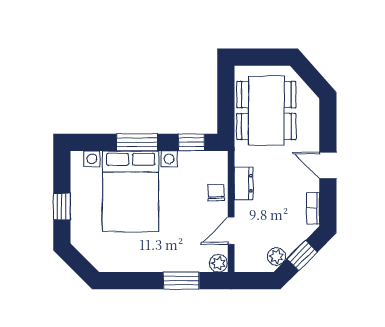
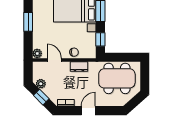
window: (181, 281) -> (28, 22), moved

